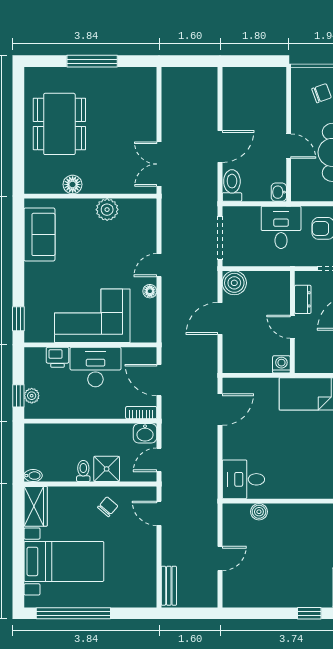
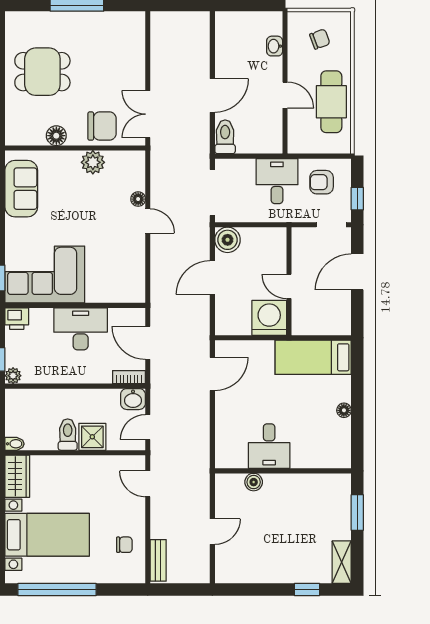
dining table: (59, 124) -> (42, 72), width x0.73
chair: (116, 175) -> (102, 126), added
washbasin: (279, 192) -> (275, 46), moved
door: (159, 265) -> (148, 221), swing flipped
floor lamp: (150, 291) -> (138, 199), moved
dresser: (303, 299) -> (300, 257), removed
corner sofa: (92, 316) -> (45, 275), moved
printer: (58, 357) -> (17, 319), moved
washing machine: (281, 364) -> (269, 318), width x1.89, depth x1.89
plant: (32, 396) -> (13, 376), moved
toilet: (83, 471) -> (68, 435), width x1.37, depth x1.39
desk: (243, 479) -> (269, 446), moved, turned -90
chair: (108, 507) -> (124, 545), moved, turned 49

